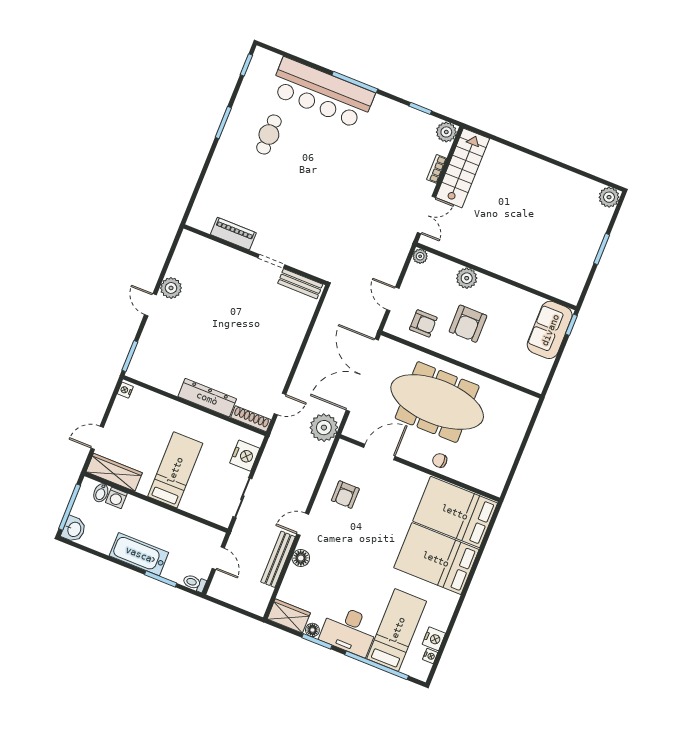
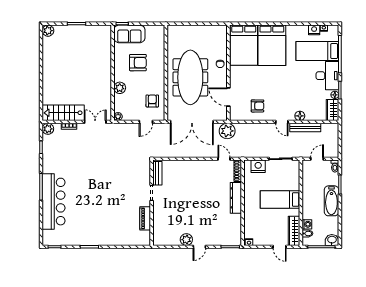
cafe table: (269, 135) -> (86, 221), removed
armchair: (468, 324) -> (138, 63), moved

